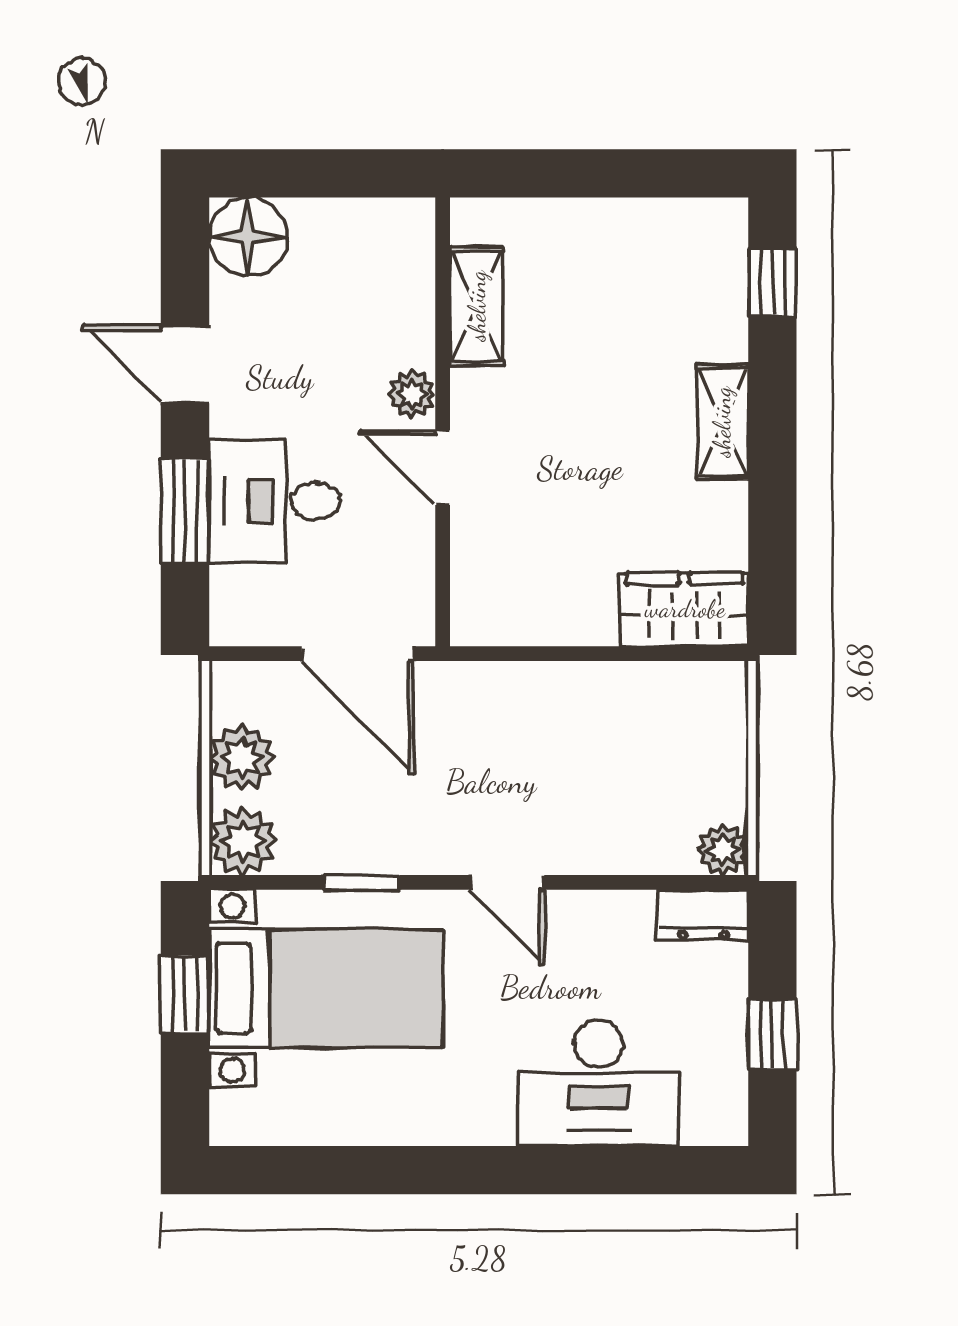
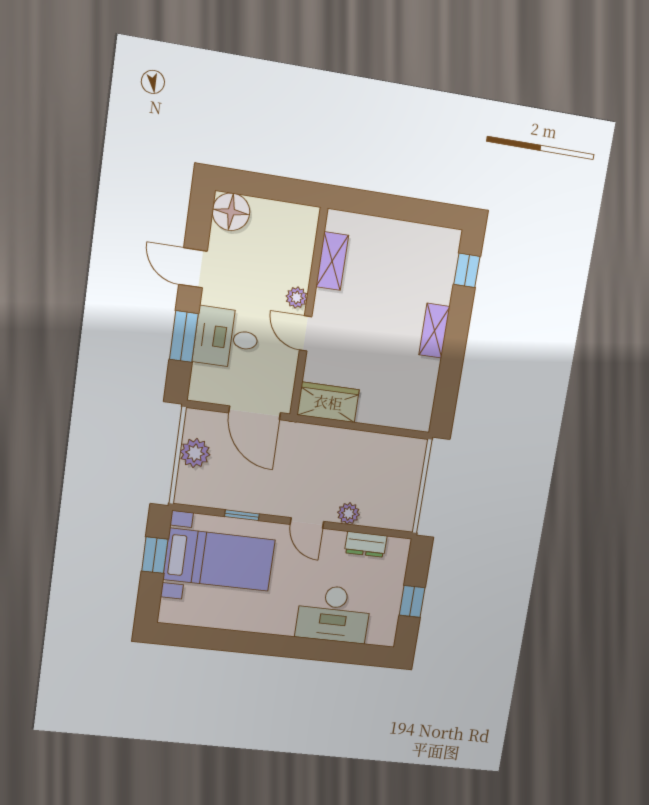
wardrobe: (685, 609) -> (328, 402), moved
plant: (243, 841) -> (190, 491), removed
plant: (723, 850) -> (349, 513), moved
dresser: (703, 915) -> (366, 544), moved

